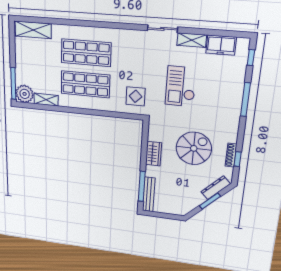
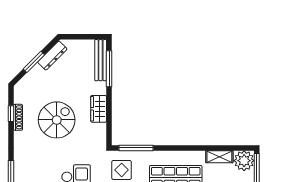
window: (121, 115) -> (136, 148), added
spiral stairs: (194, 148) -> (57, 120), turned 180
dresser: (216, 188) -> (52, 56), moved

